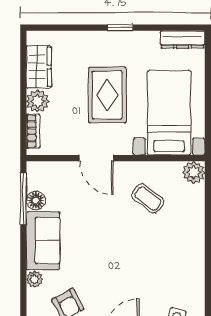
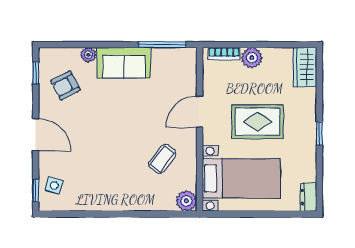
dresser: (183, 39) -> (309, 197), width x0.70
wardrobe: (39, 67) -> (305, 67), moved, turned 90
floor lamp: (36, 201) -> (161, 56), removed

